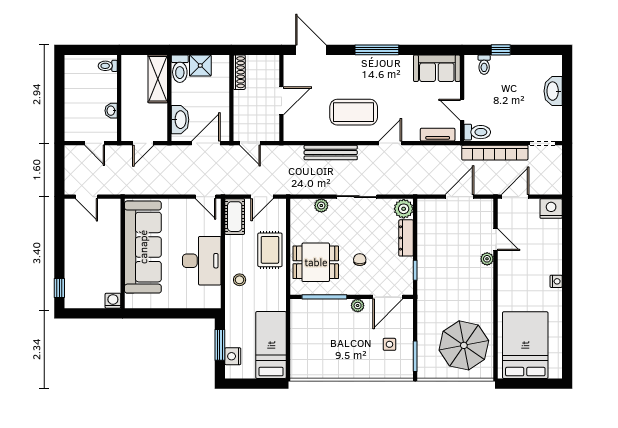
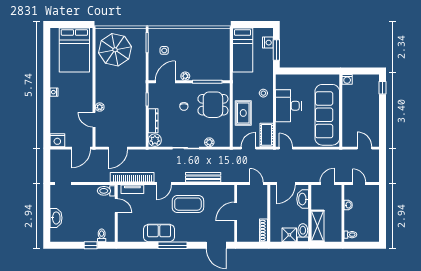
sofa: (437, 68) -> (159, 233), moved
bookcase: (495, 153) -> (132, 177), moved

